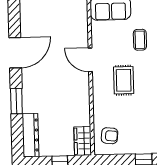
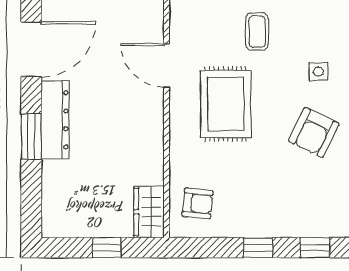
rug: (124, 80) -> (226, 104), width x1.36, depth x1.43
dresser: (31, 135) -> (55, 120), moved

